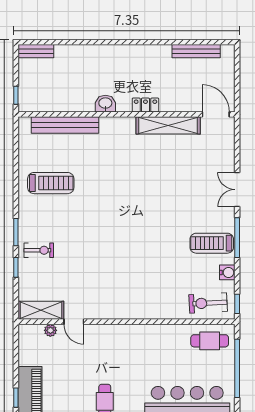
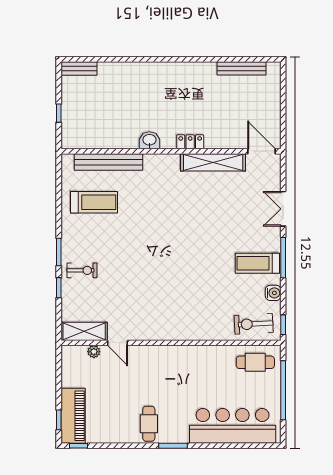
washbasin: (105, 104) -> (149, 140), moved
locker: (145, 105) -> (190, 142), moved
wall: (127, 114) -> (171, 151), moved
door: (216, 114) -> (261, 151), moved
bench: (65, 125) -> (108, 162), moved
shelving: (168, 125) -> (213, 162), moved

